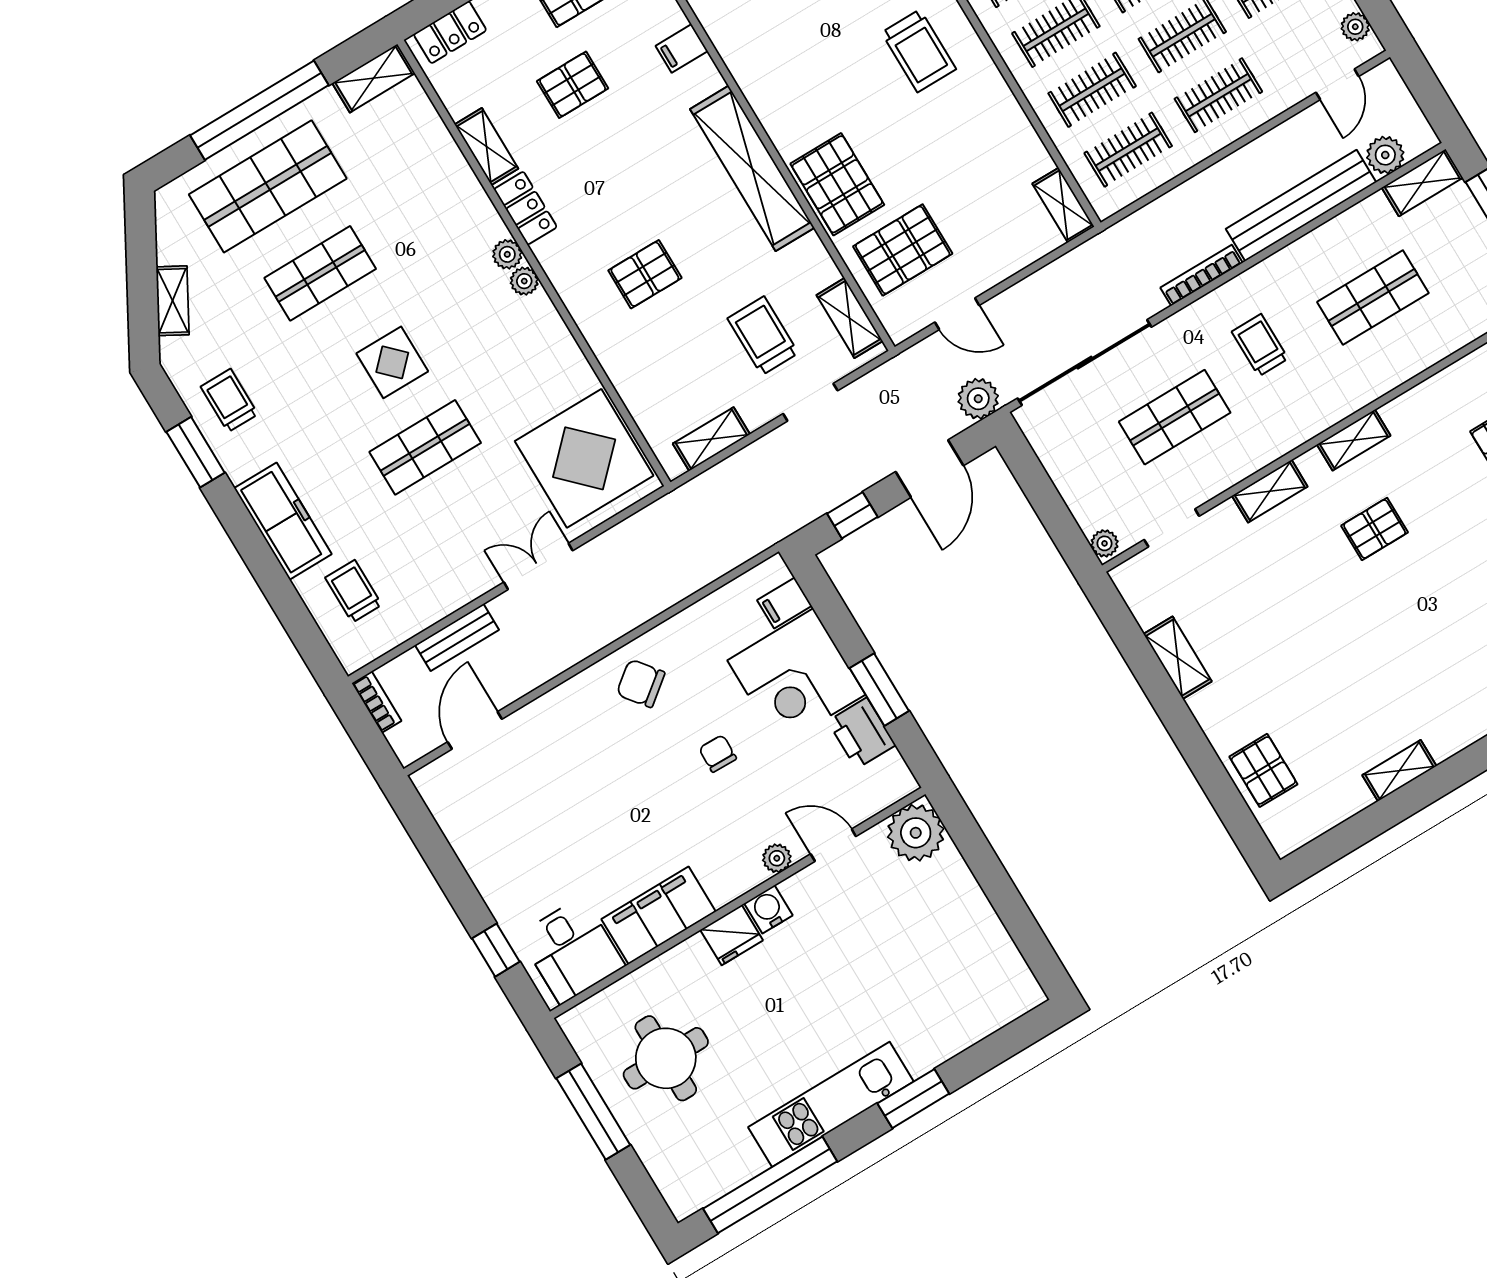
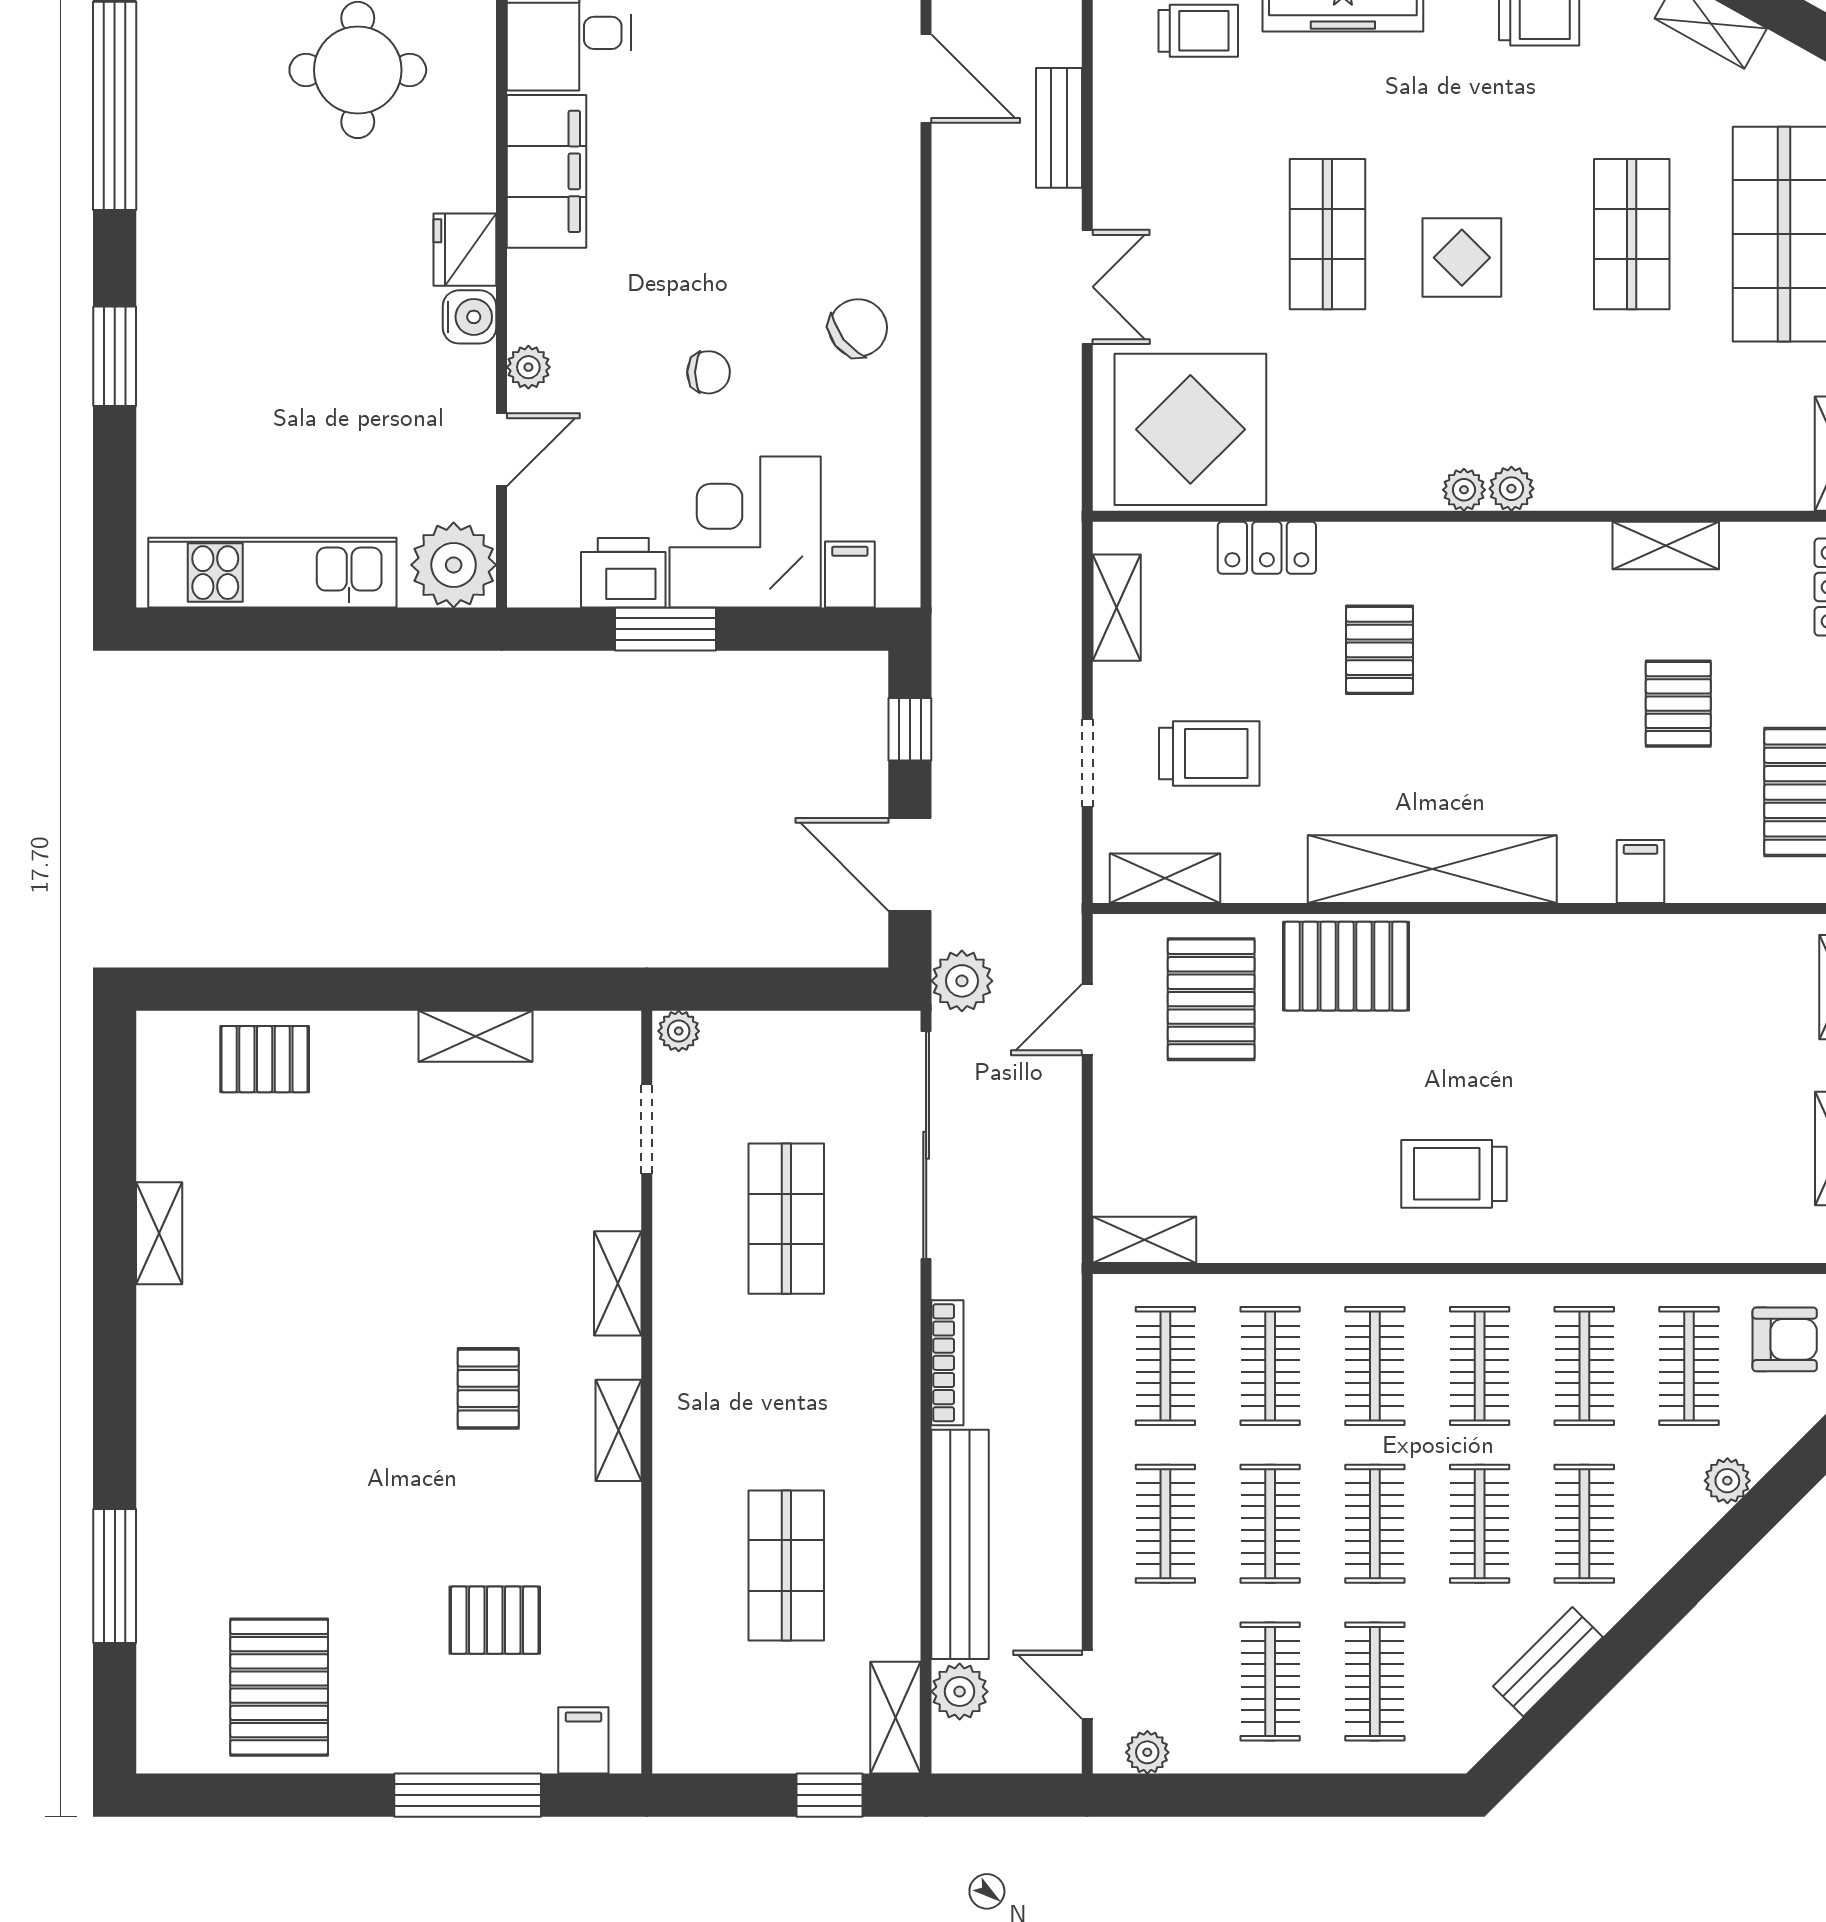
locker: (525, 208) -> (1267, 548), moved
trolley: (1260, 345) -> (813, 1384), removed
kitchen unit: (831, 1104) -> (272, 573), moved, turned -90

